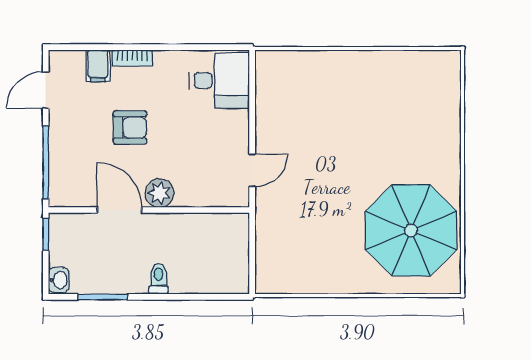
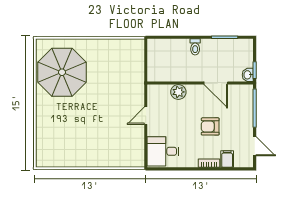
door: (46, 90) -> (255, 146), hinge flipped
door: (252, 170) -> (146, 116), moved
plant: (159, 193) -> (178, 92), moved
washbasin: (59, 280) -> (248, 75), moved

